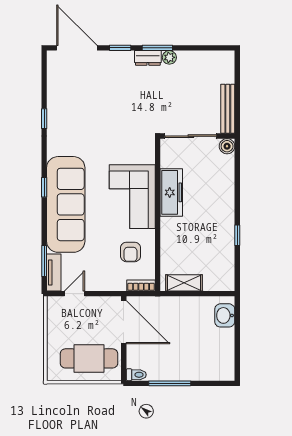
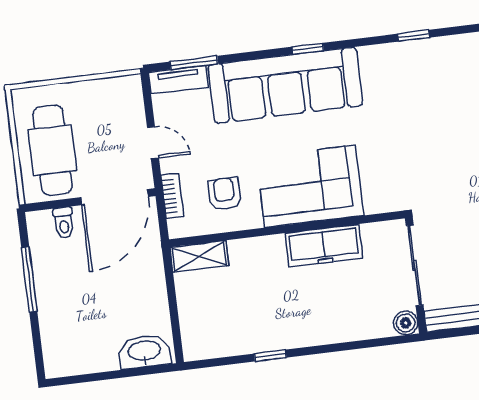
armchair: (131, 252) -> (224, 194), turned 90
shelving: (184, 283) -> (199, 256), moved, turned 90
bookcase: (141, 285) -> (172, 196), moved
door: (75, 294) -> (153, 143), moved
washbasin: (225, 315) -> (144, 351), width x1.38
toilet: (136, 375) -> (64, 223), moved

